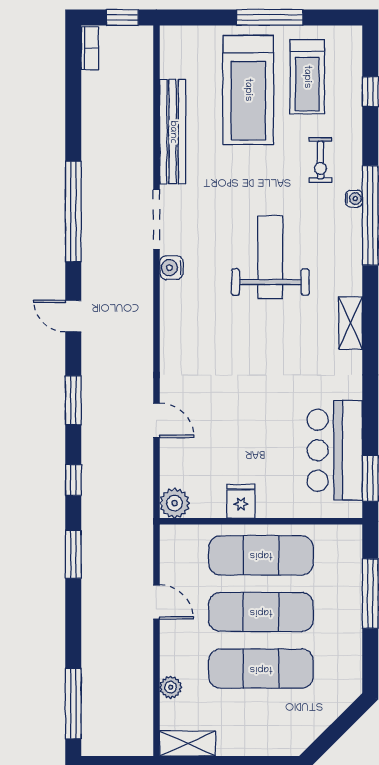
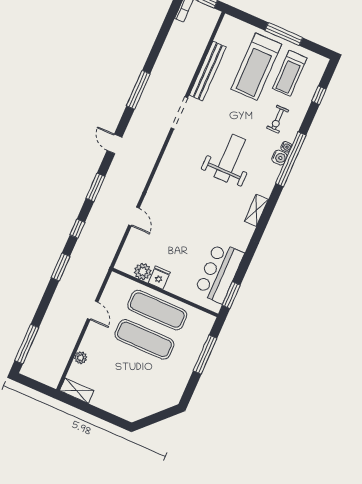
window: (73, 212) -> (138, 90), width x0.68
water cooler: (171, 268) -> (279, 158), moved, turned 180
plant: (175, 503) -> (143, 271), moved
exercise mat: (261, 669) -> (132, 369), removed

